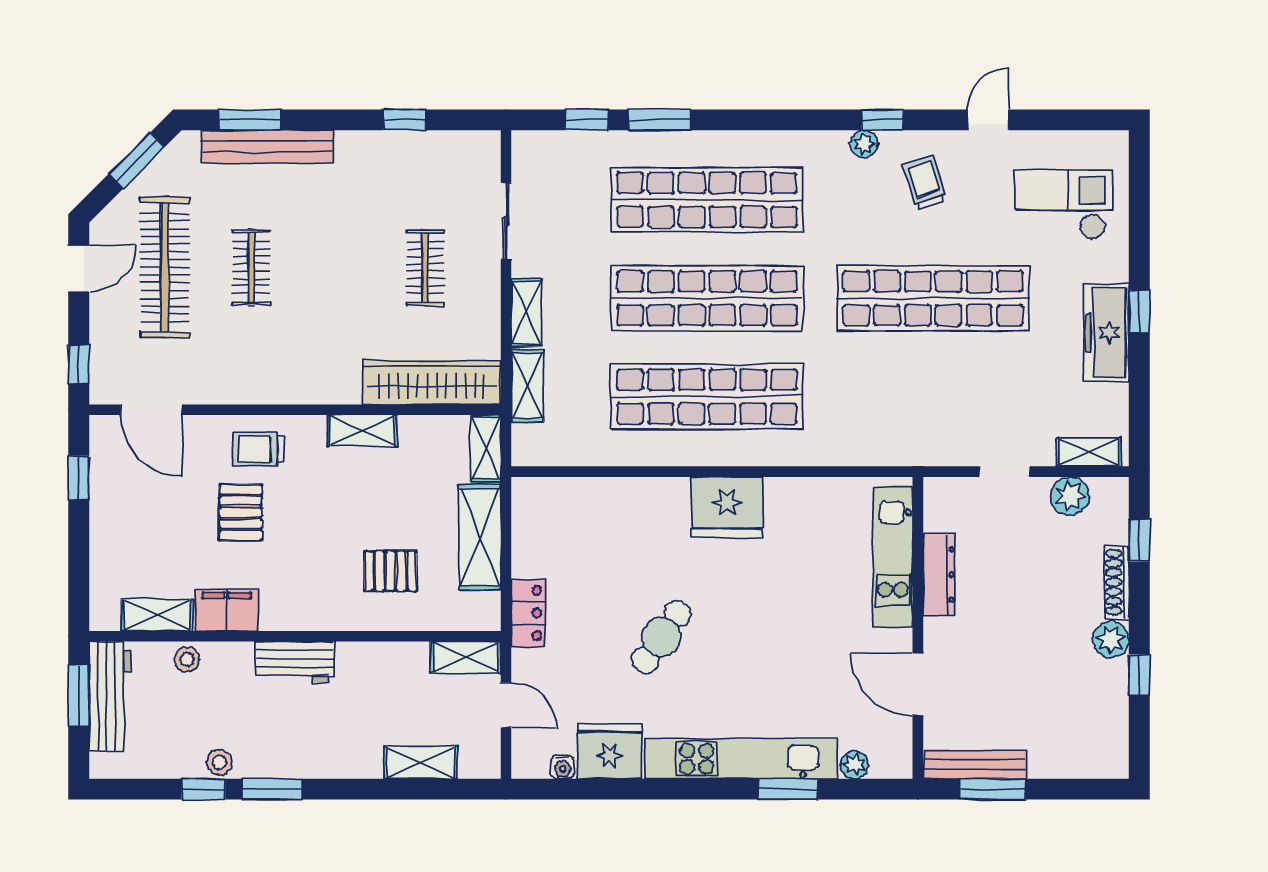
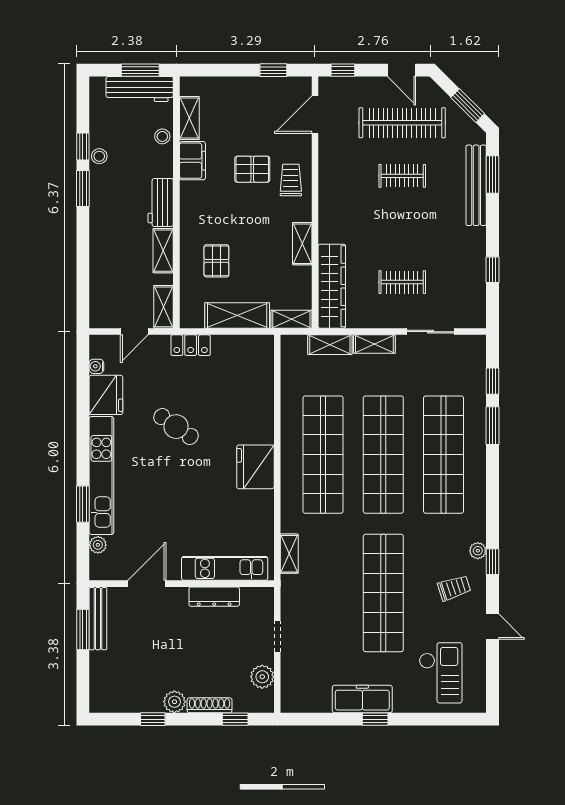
shelving: (1089, 452) -> (289, 554), moved
shelving: (421, 762) -> (163, 251), moved

